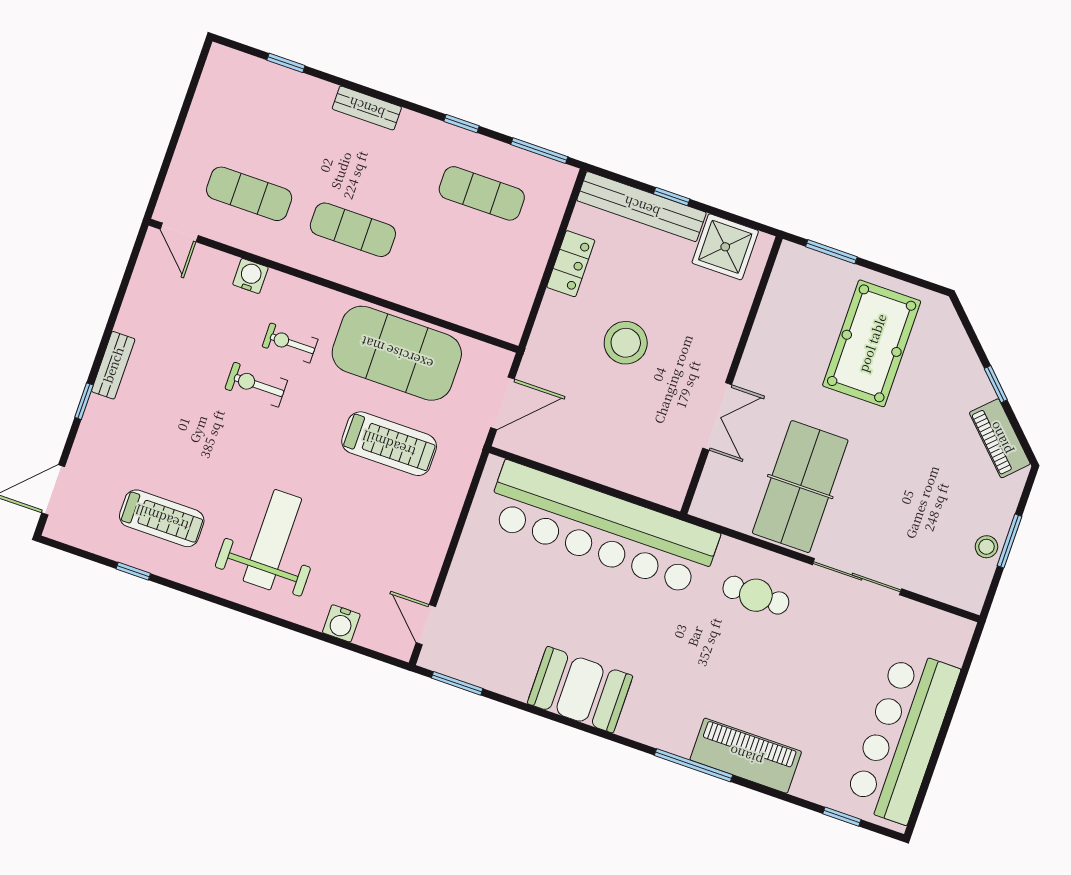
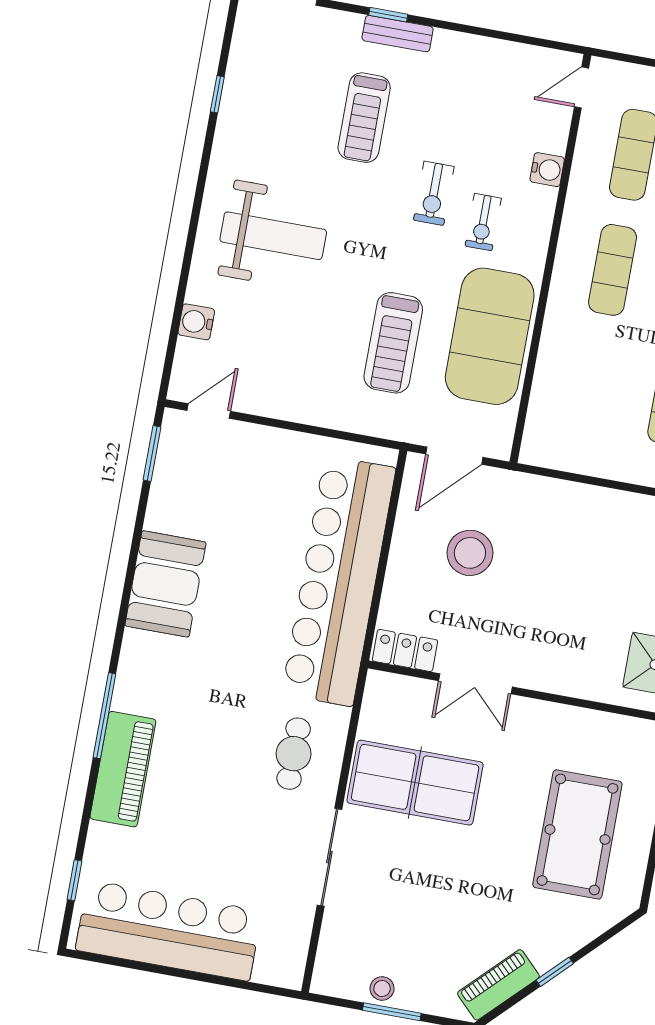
locker: (571, 264) -> (405, 650), moved, turned 180
exercise bike: (290, 343) -> (483, 222), turned 180
stool: (626, 343) -> (470, 553), moved
pool table: (872, 343) -> (577, 834), turned 90
bench: (113, 365) -> (398, 34), moved
exercise bike: (256, 385) -> (434, 193), turned 180
door: (502, 403) -> (454, 456), hinge flipped
treadmill: (162, 518) -> (364, 118), moved

